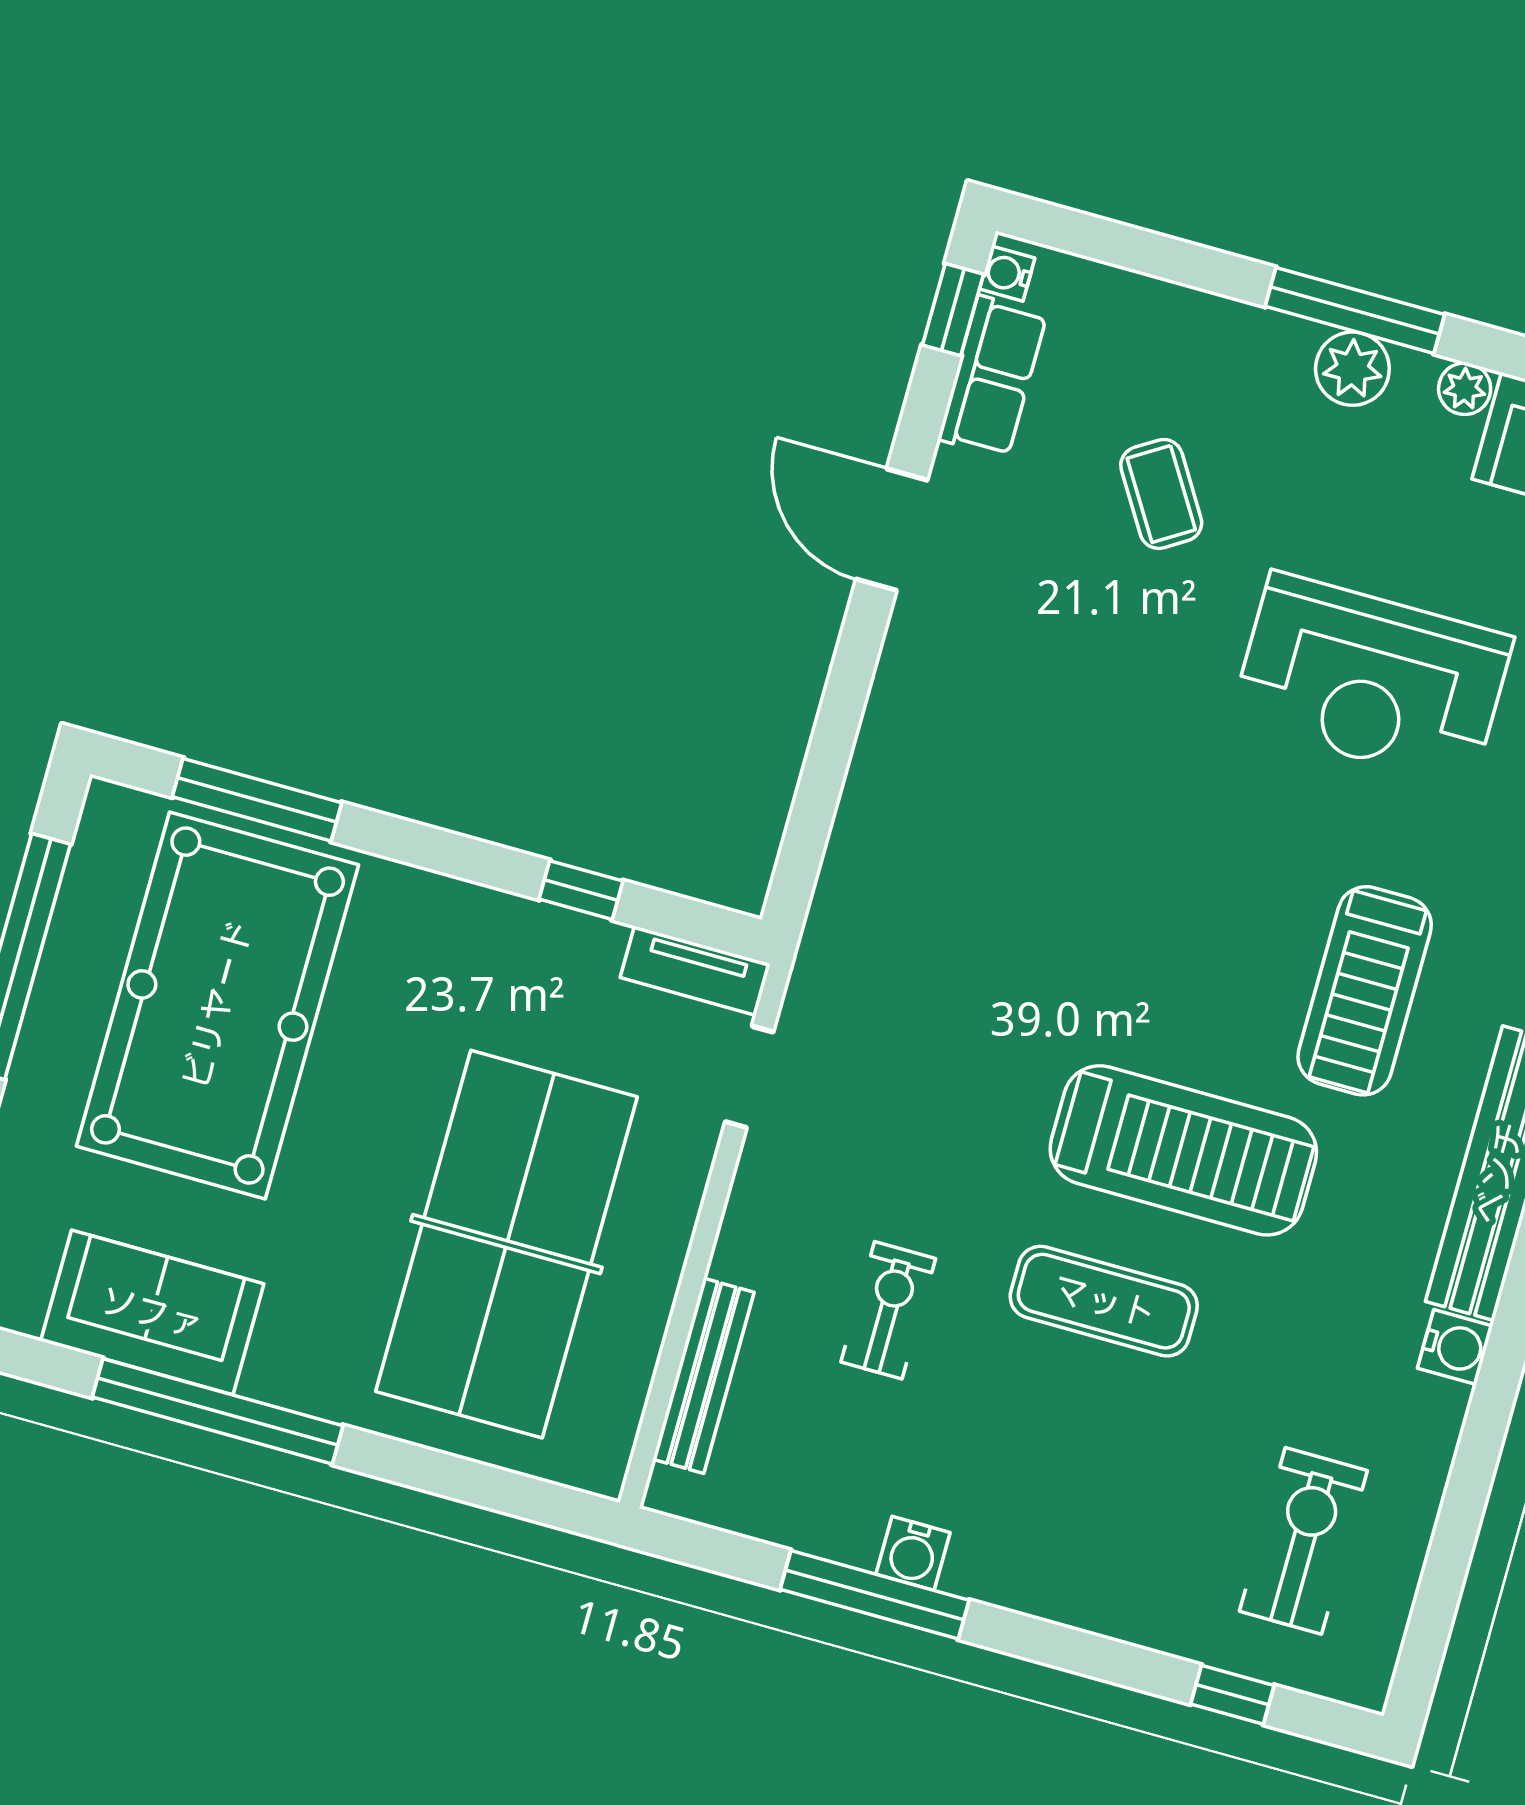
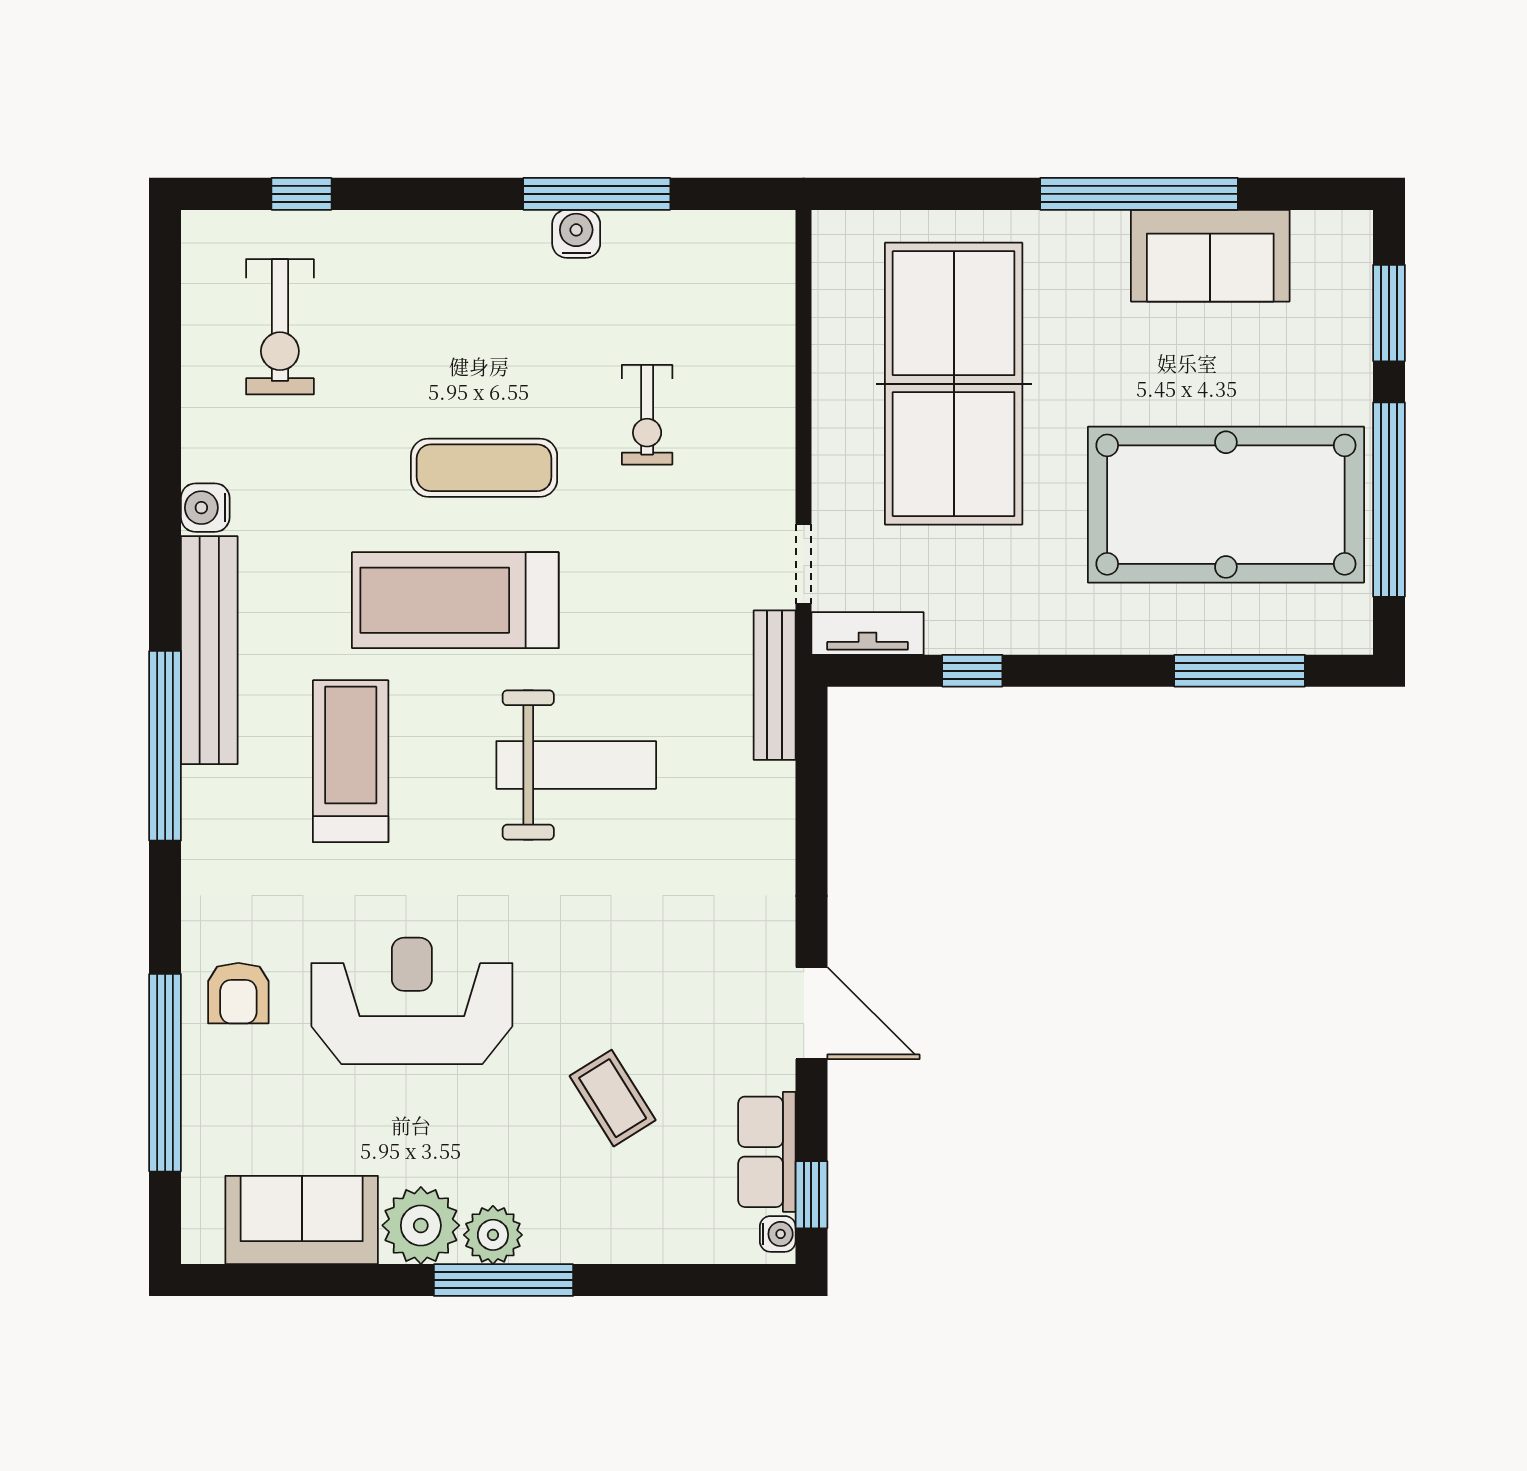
plant: (1465, 389) -> (421, 1225), width x1.88, depth x1.88
weight bench: (1093, 910) -> (576, 765), added
pool table: (217, 1005) -> (1226, 505), turned 90
bench: (703, 1376) -> (775, 685), moved

